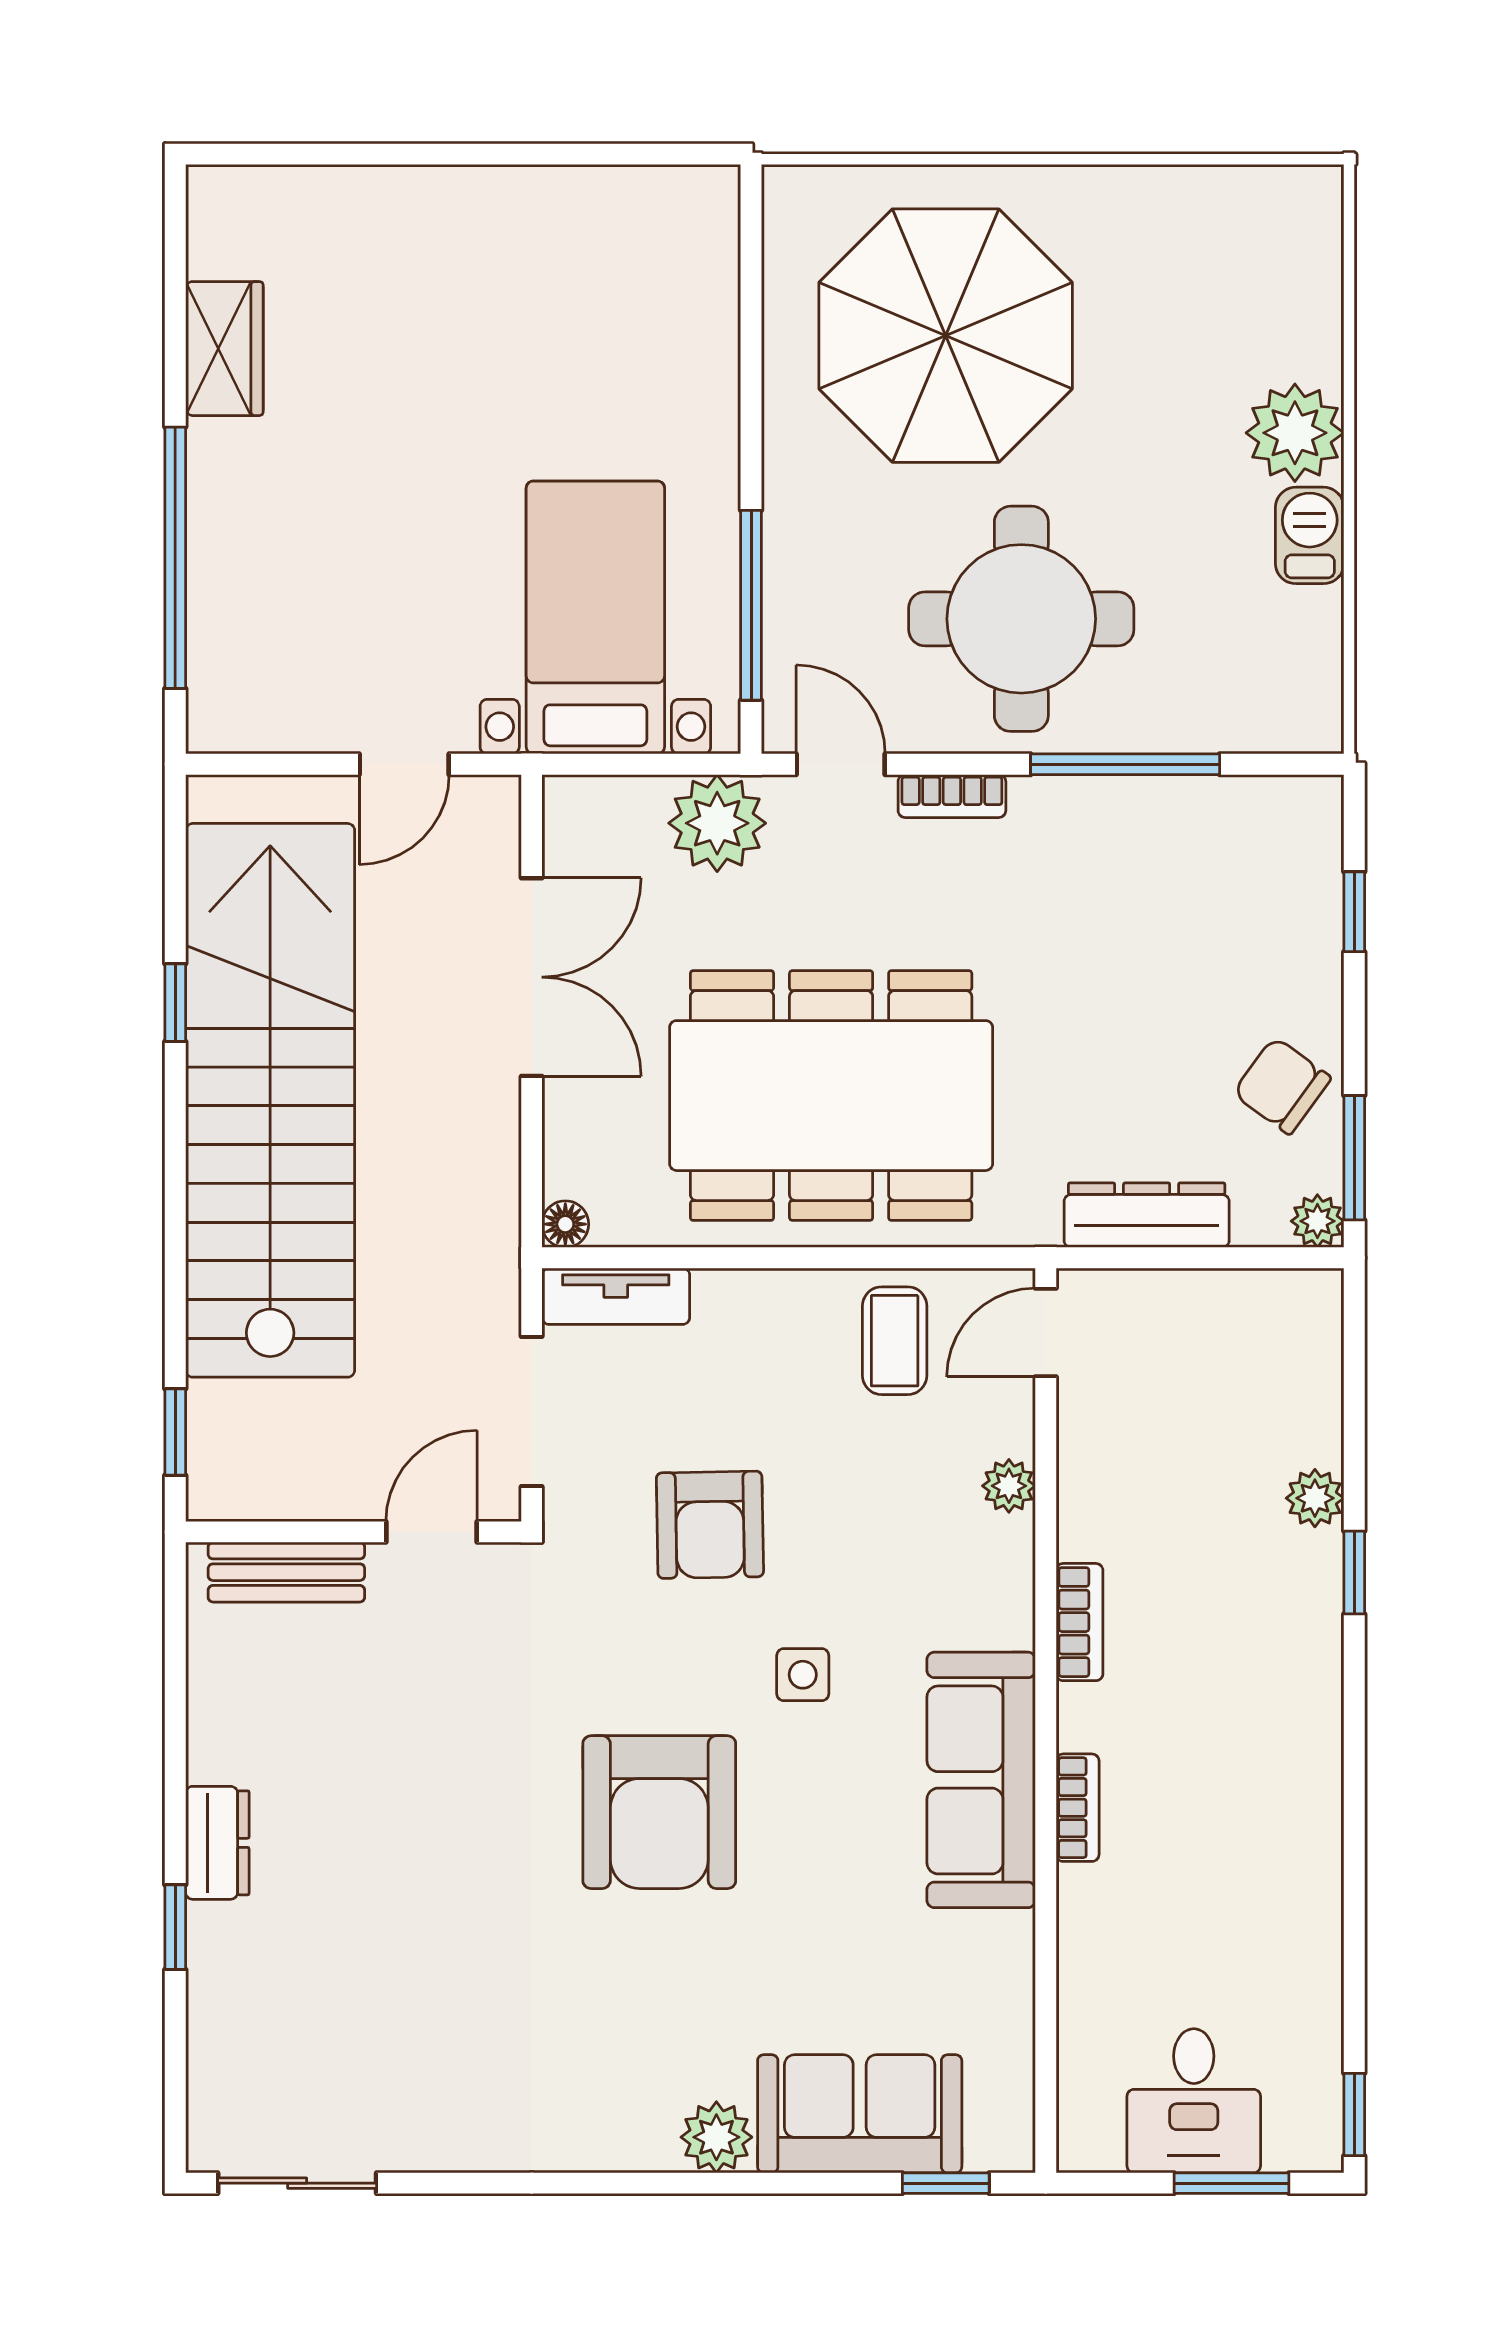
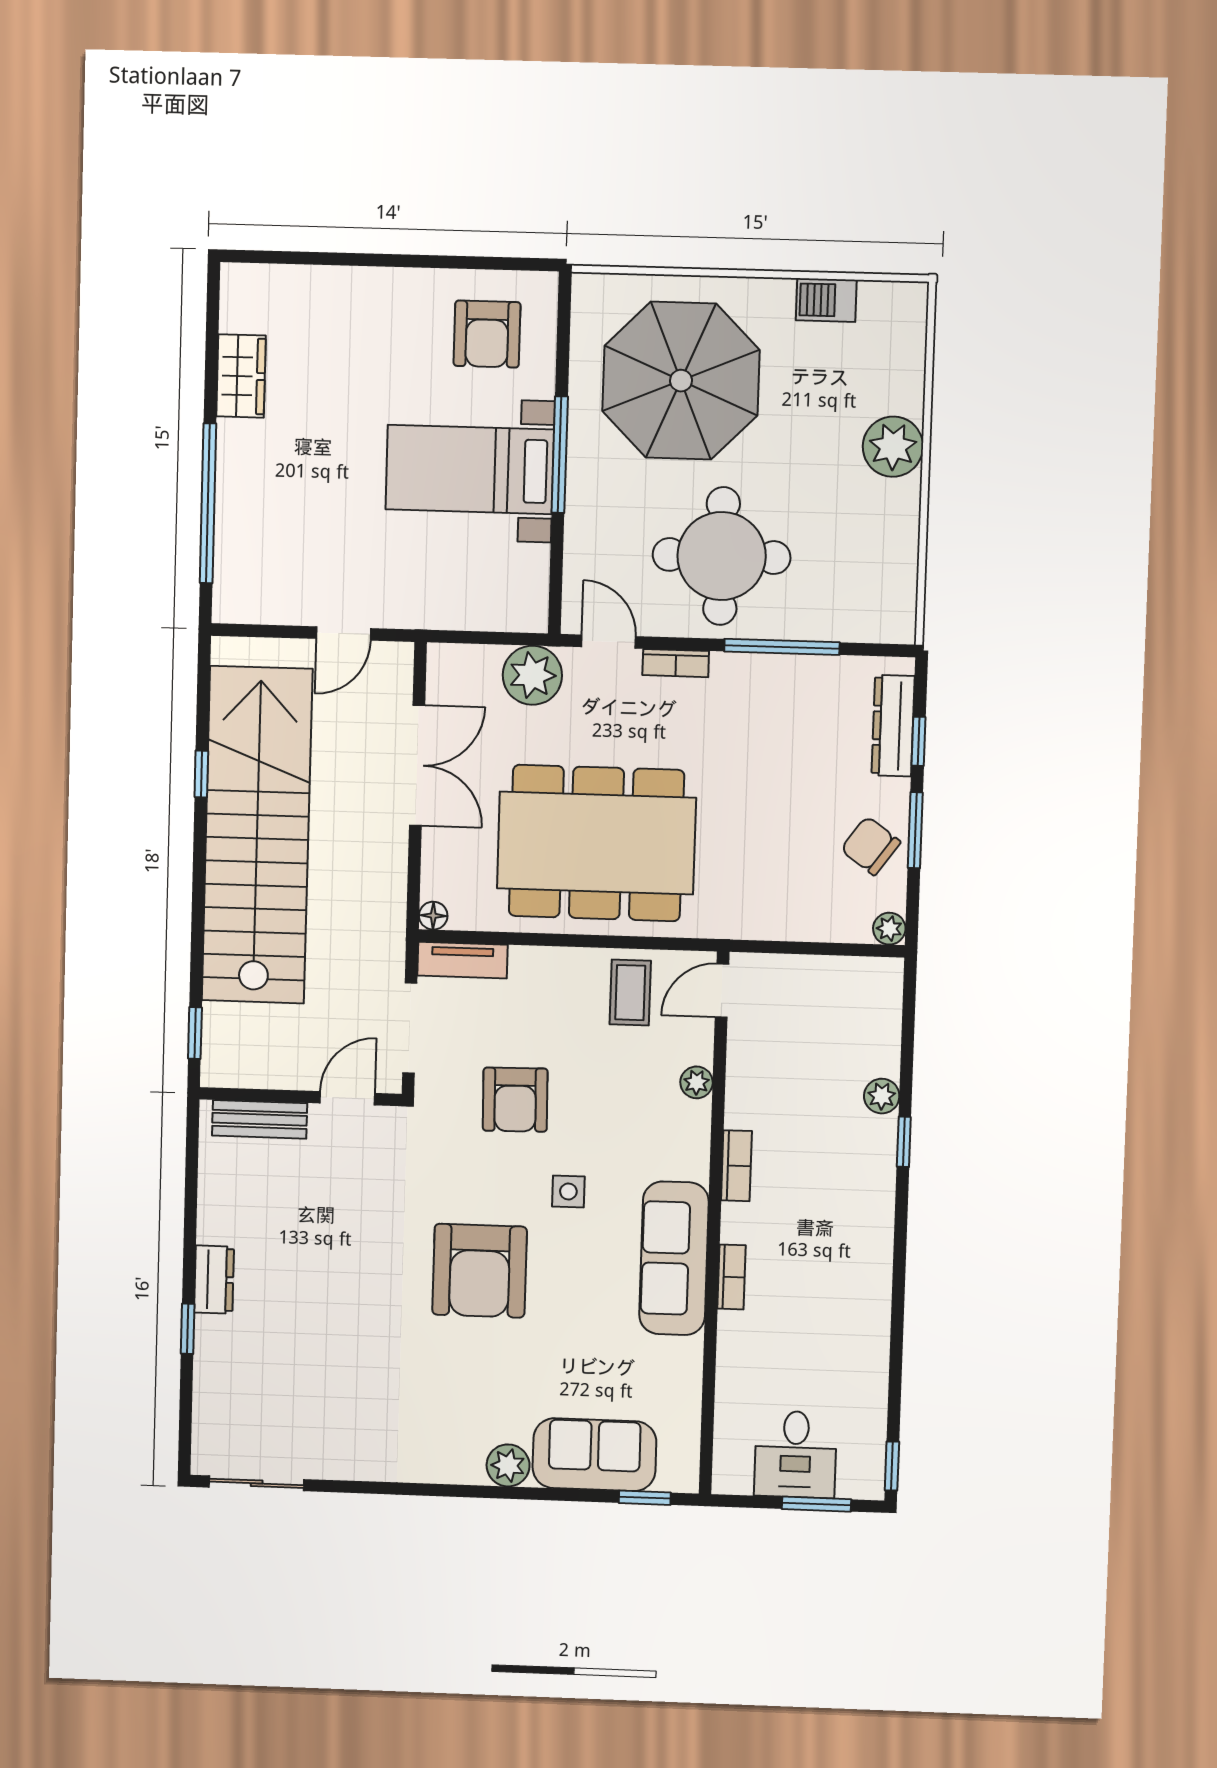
armchair: (626, 269) -> (487, 334), added
barbecue: (1310, 535) -> (826, 300), moved, turned -90
window: (751, 605) -> (560, 455), moved
bed with nightstands: (595, 618) -> (470, 470), moved, turned -90
window: (1354, 1158) -> (915, 830), moved
dresser: (1147, 1215) -> (893, 726), moved, turned -90

